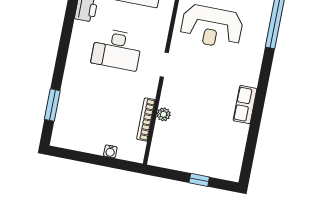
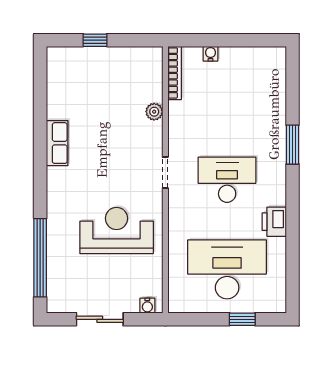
window: (52, 105) -> (293, 145), moved
bookcase: (146, 119) -> (175, 73), moved

